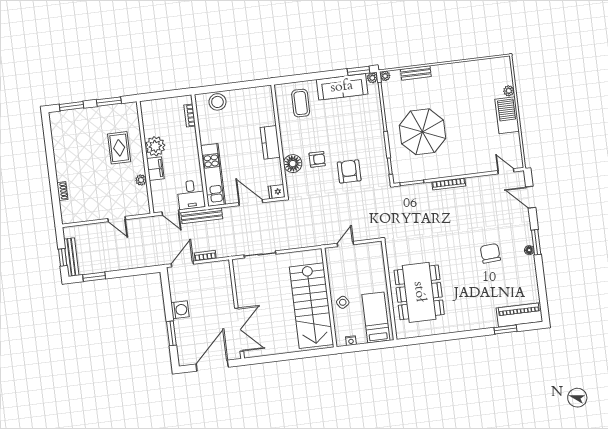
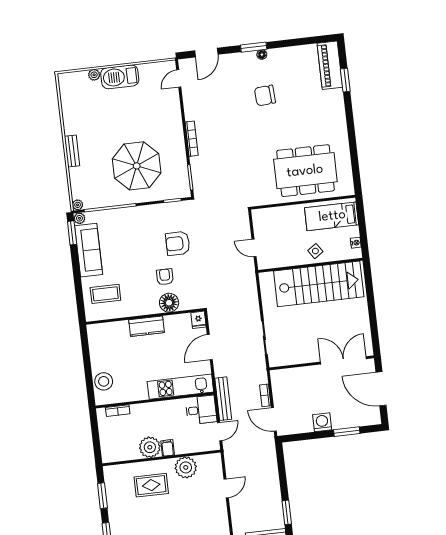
bench: (416, 73) -> (72, 151), moved
filing cabinet: (155, 169) -> (168, 448), width x0.50
plant: (141, 180) -> (186, 467), width x1.87, depth x1.87

